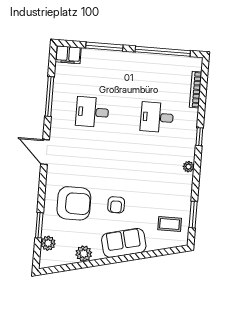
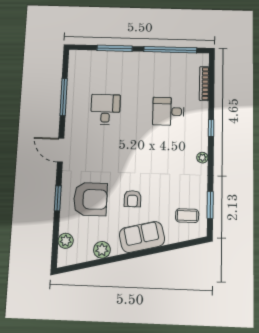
filing cabinet: (68, 55) -> (80, 57), removed
desk: (92, 112) -> (105, 110), turned 90
window: (39, 225) -> (58, 198), moved

